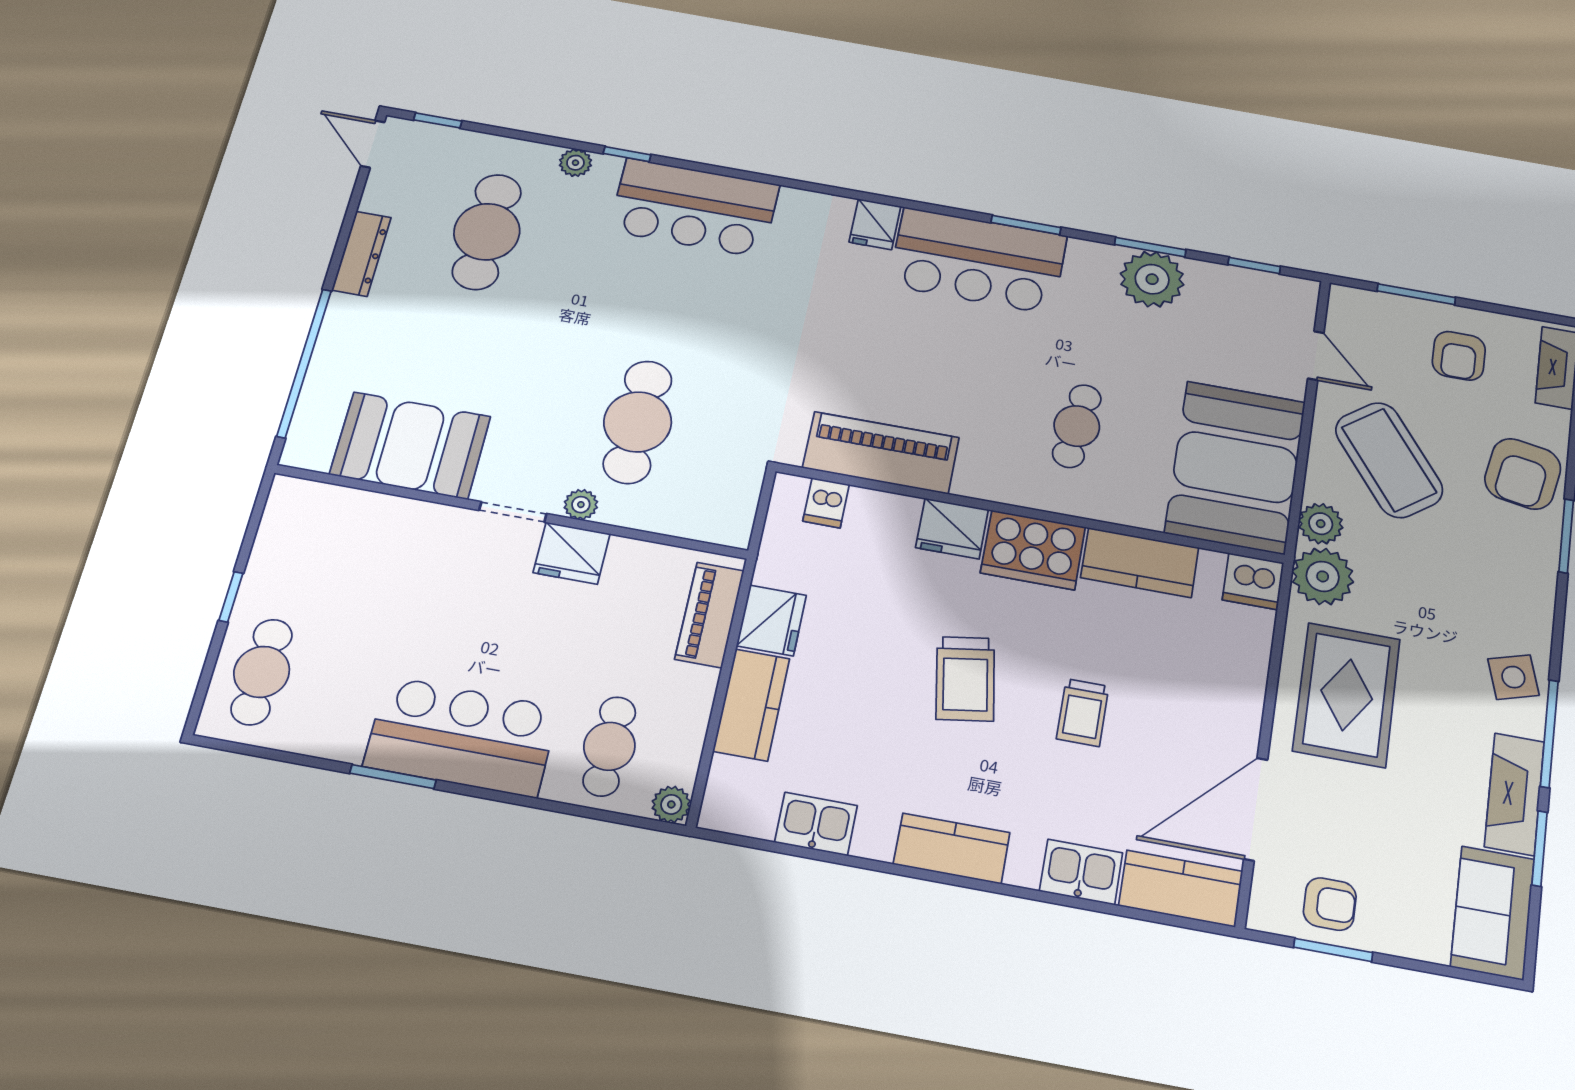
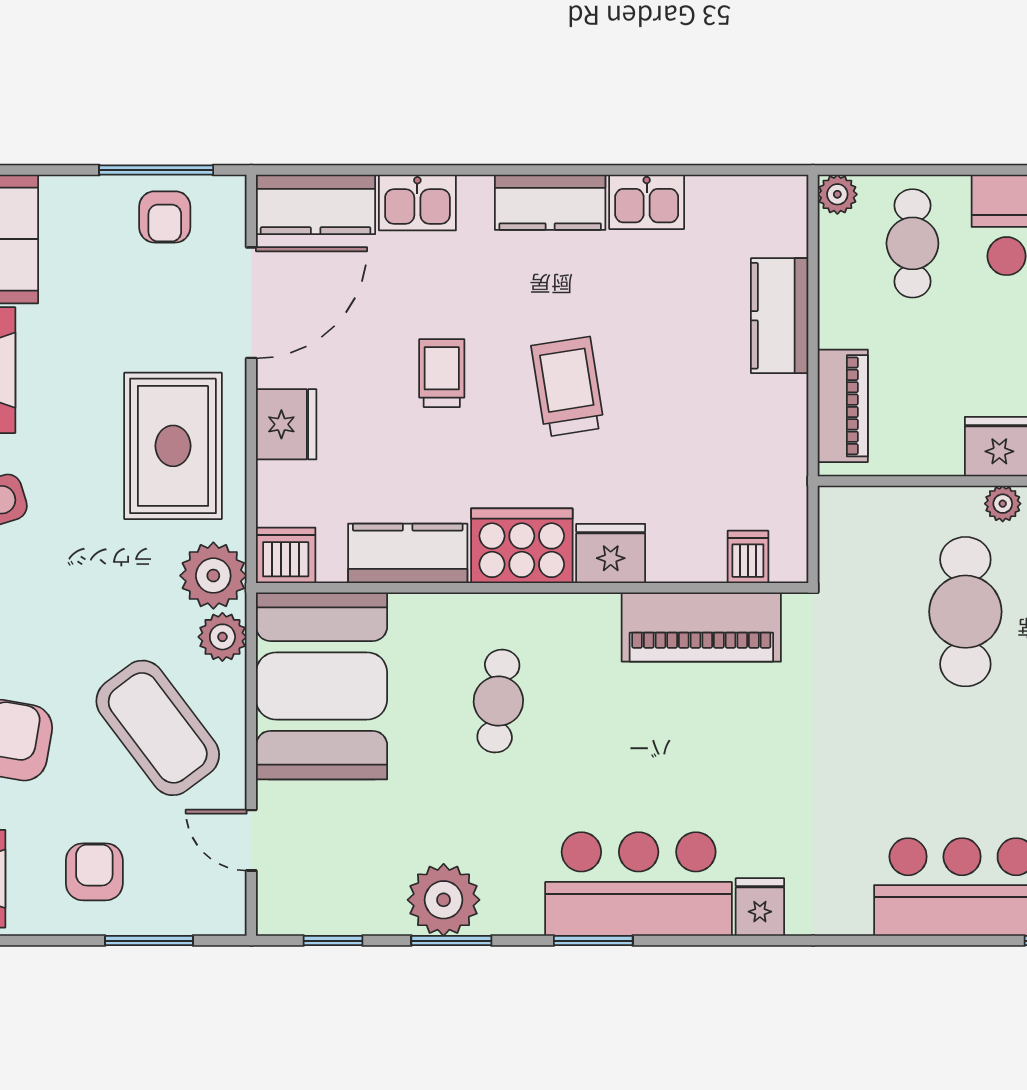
fridge: (771, 620) -> (286, 424), moved, turned 180
kitchen sink: (816, 824) -> (647, 202), moved
armchair: (1330, 904) -> (165, 217), turned -90
window: (1333, 950) -> (156, 170), width x1.44

